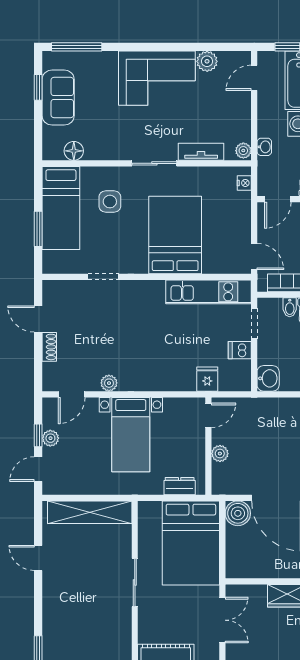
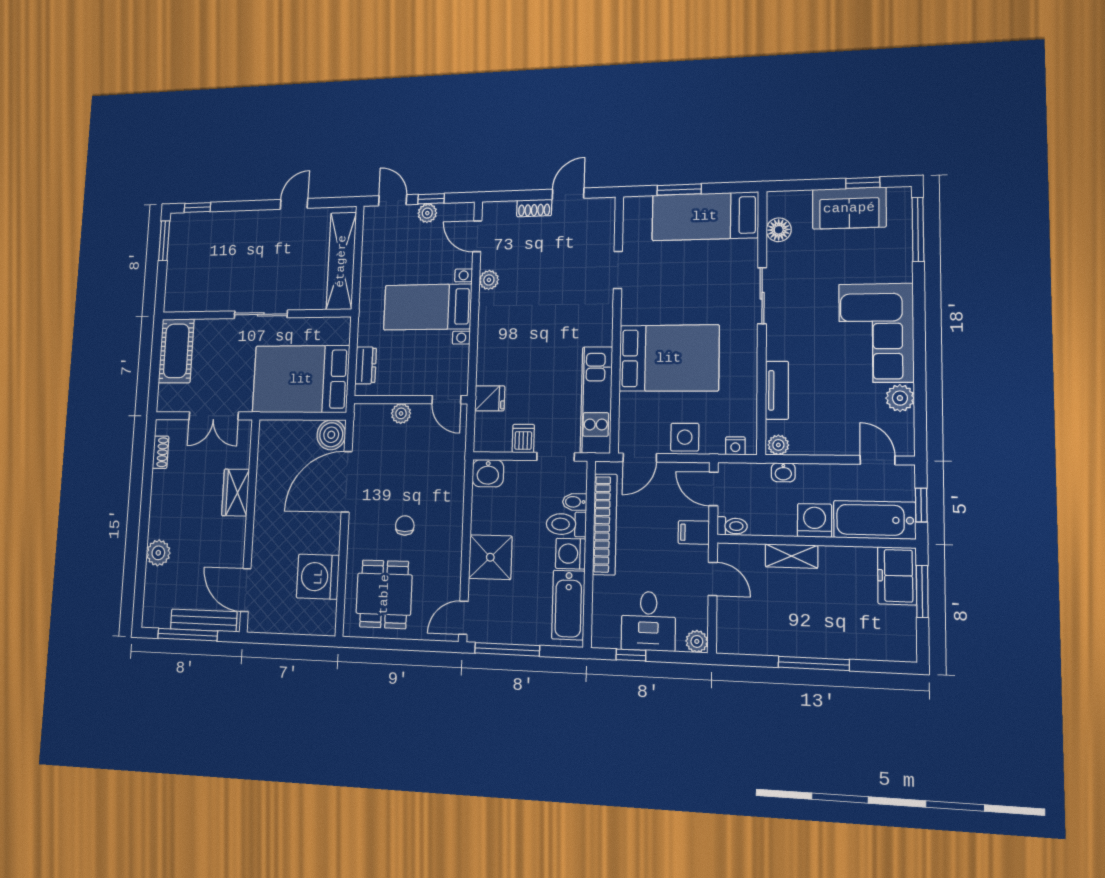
sliding door: (154, 163) -> (762, 296), moved
side table: (110, 202) -> (685, 437), moved

